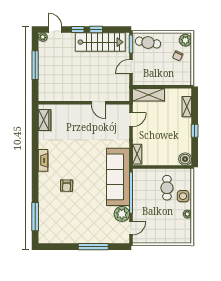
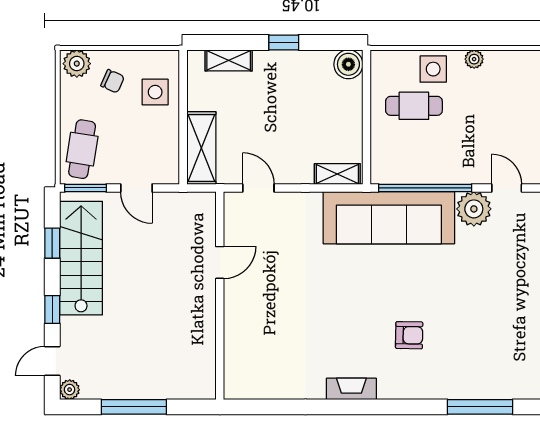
window: (96, 29) -> (52, 243), moved
side table: (173, 74) -> (155, 92), added
wardrobe: (45, 120) -> (259, 385), removed

